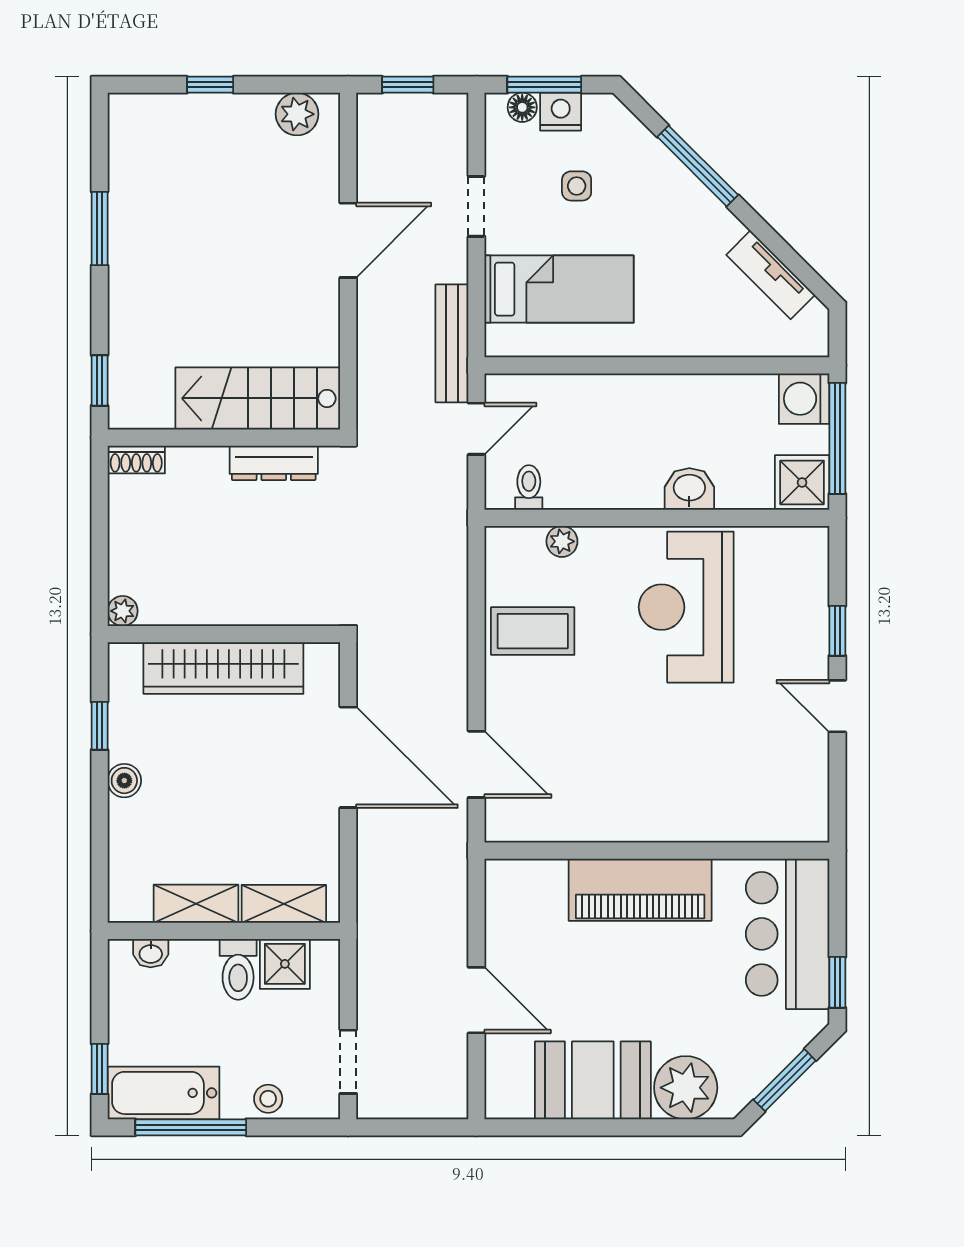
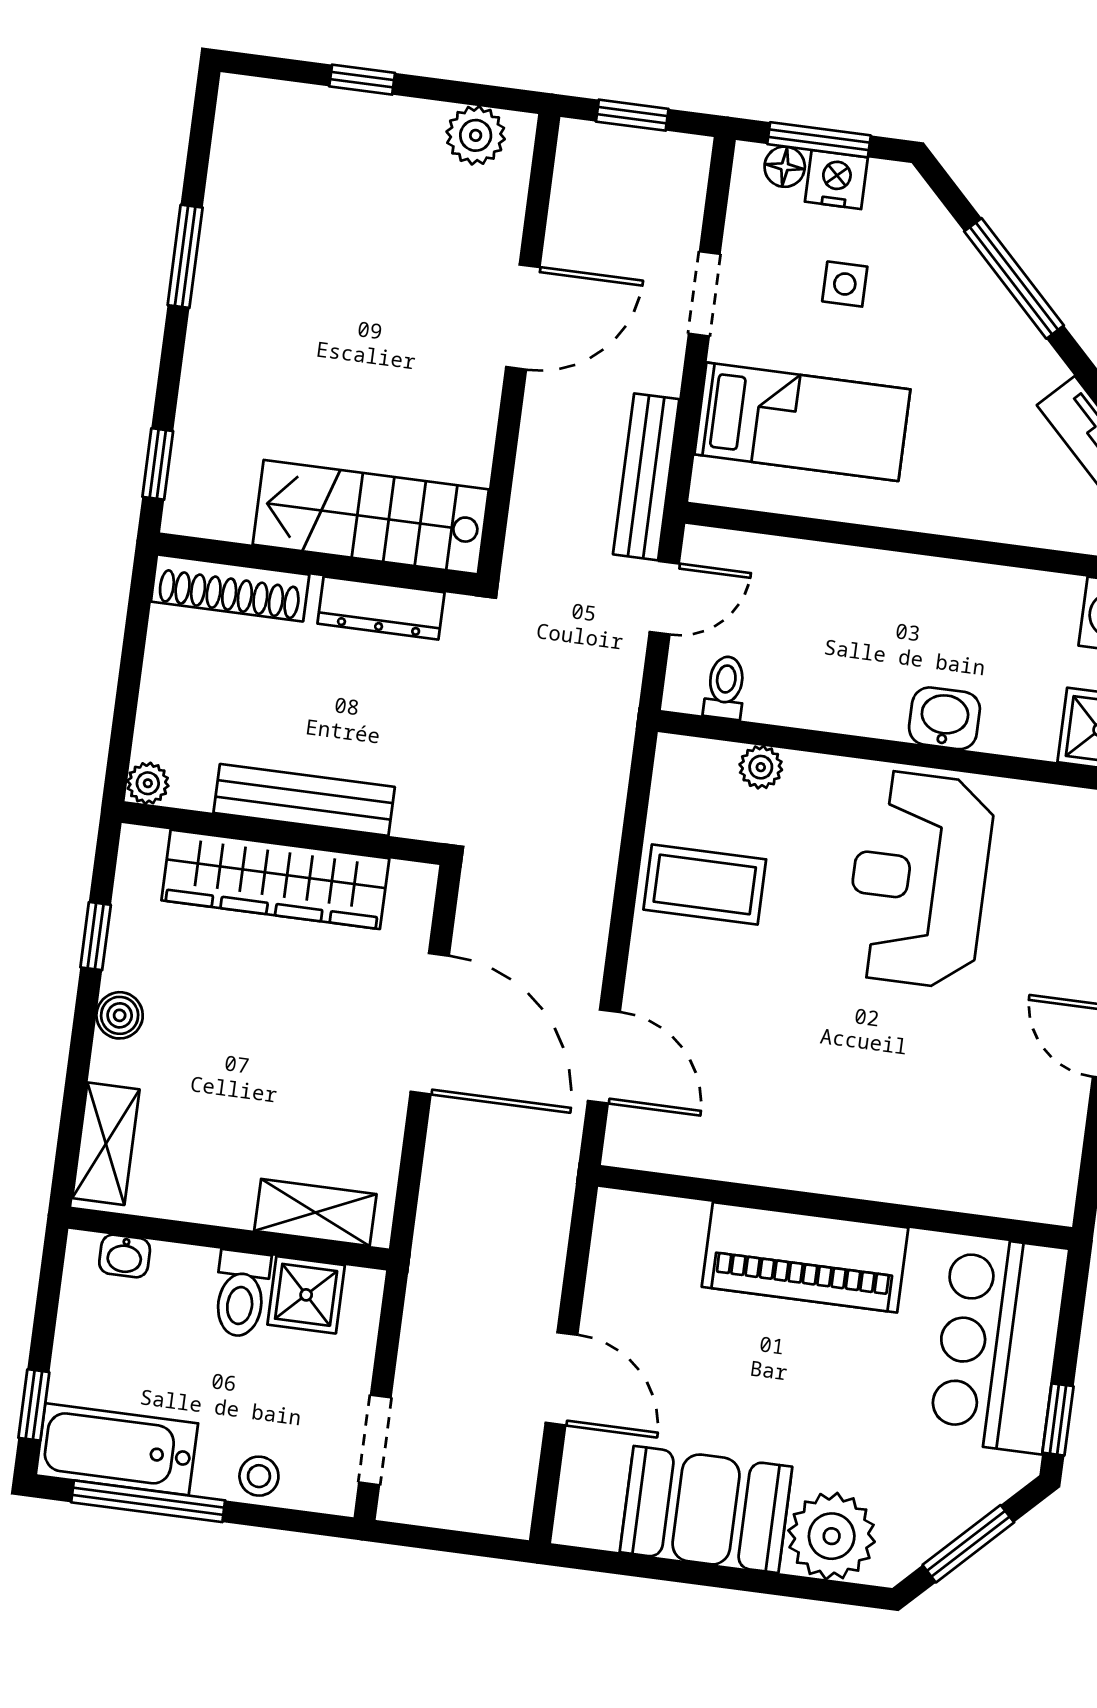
shoe rack: (136, 460) -> (230, 588), width x1.94, depth x1.24
bench: (237, 608) -> (304, 800), added
shelving: (196, 904) -> (106, 1144), moved, turned 90

